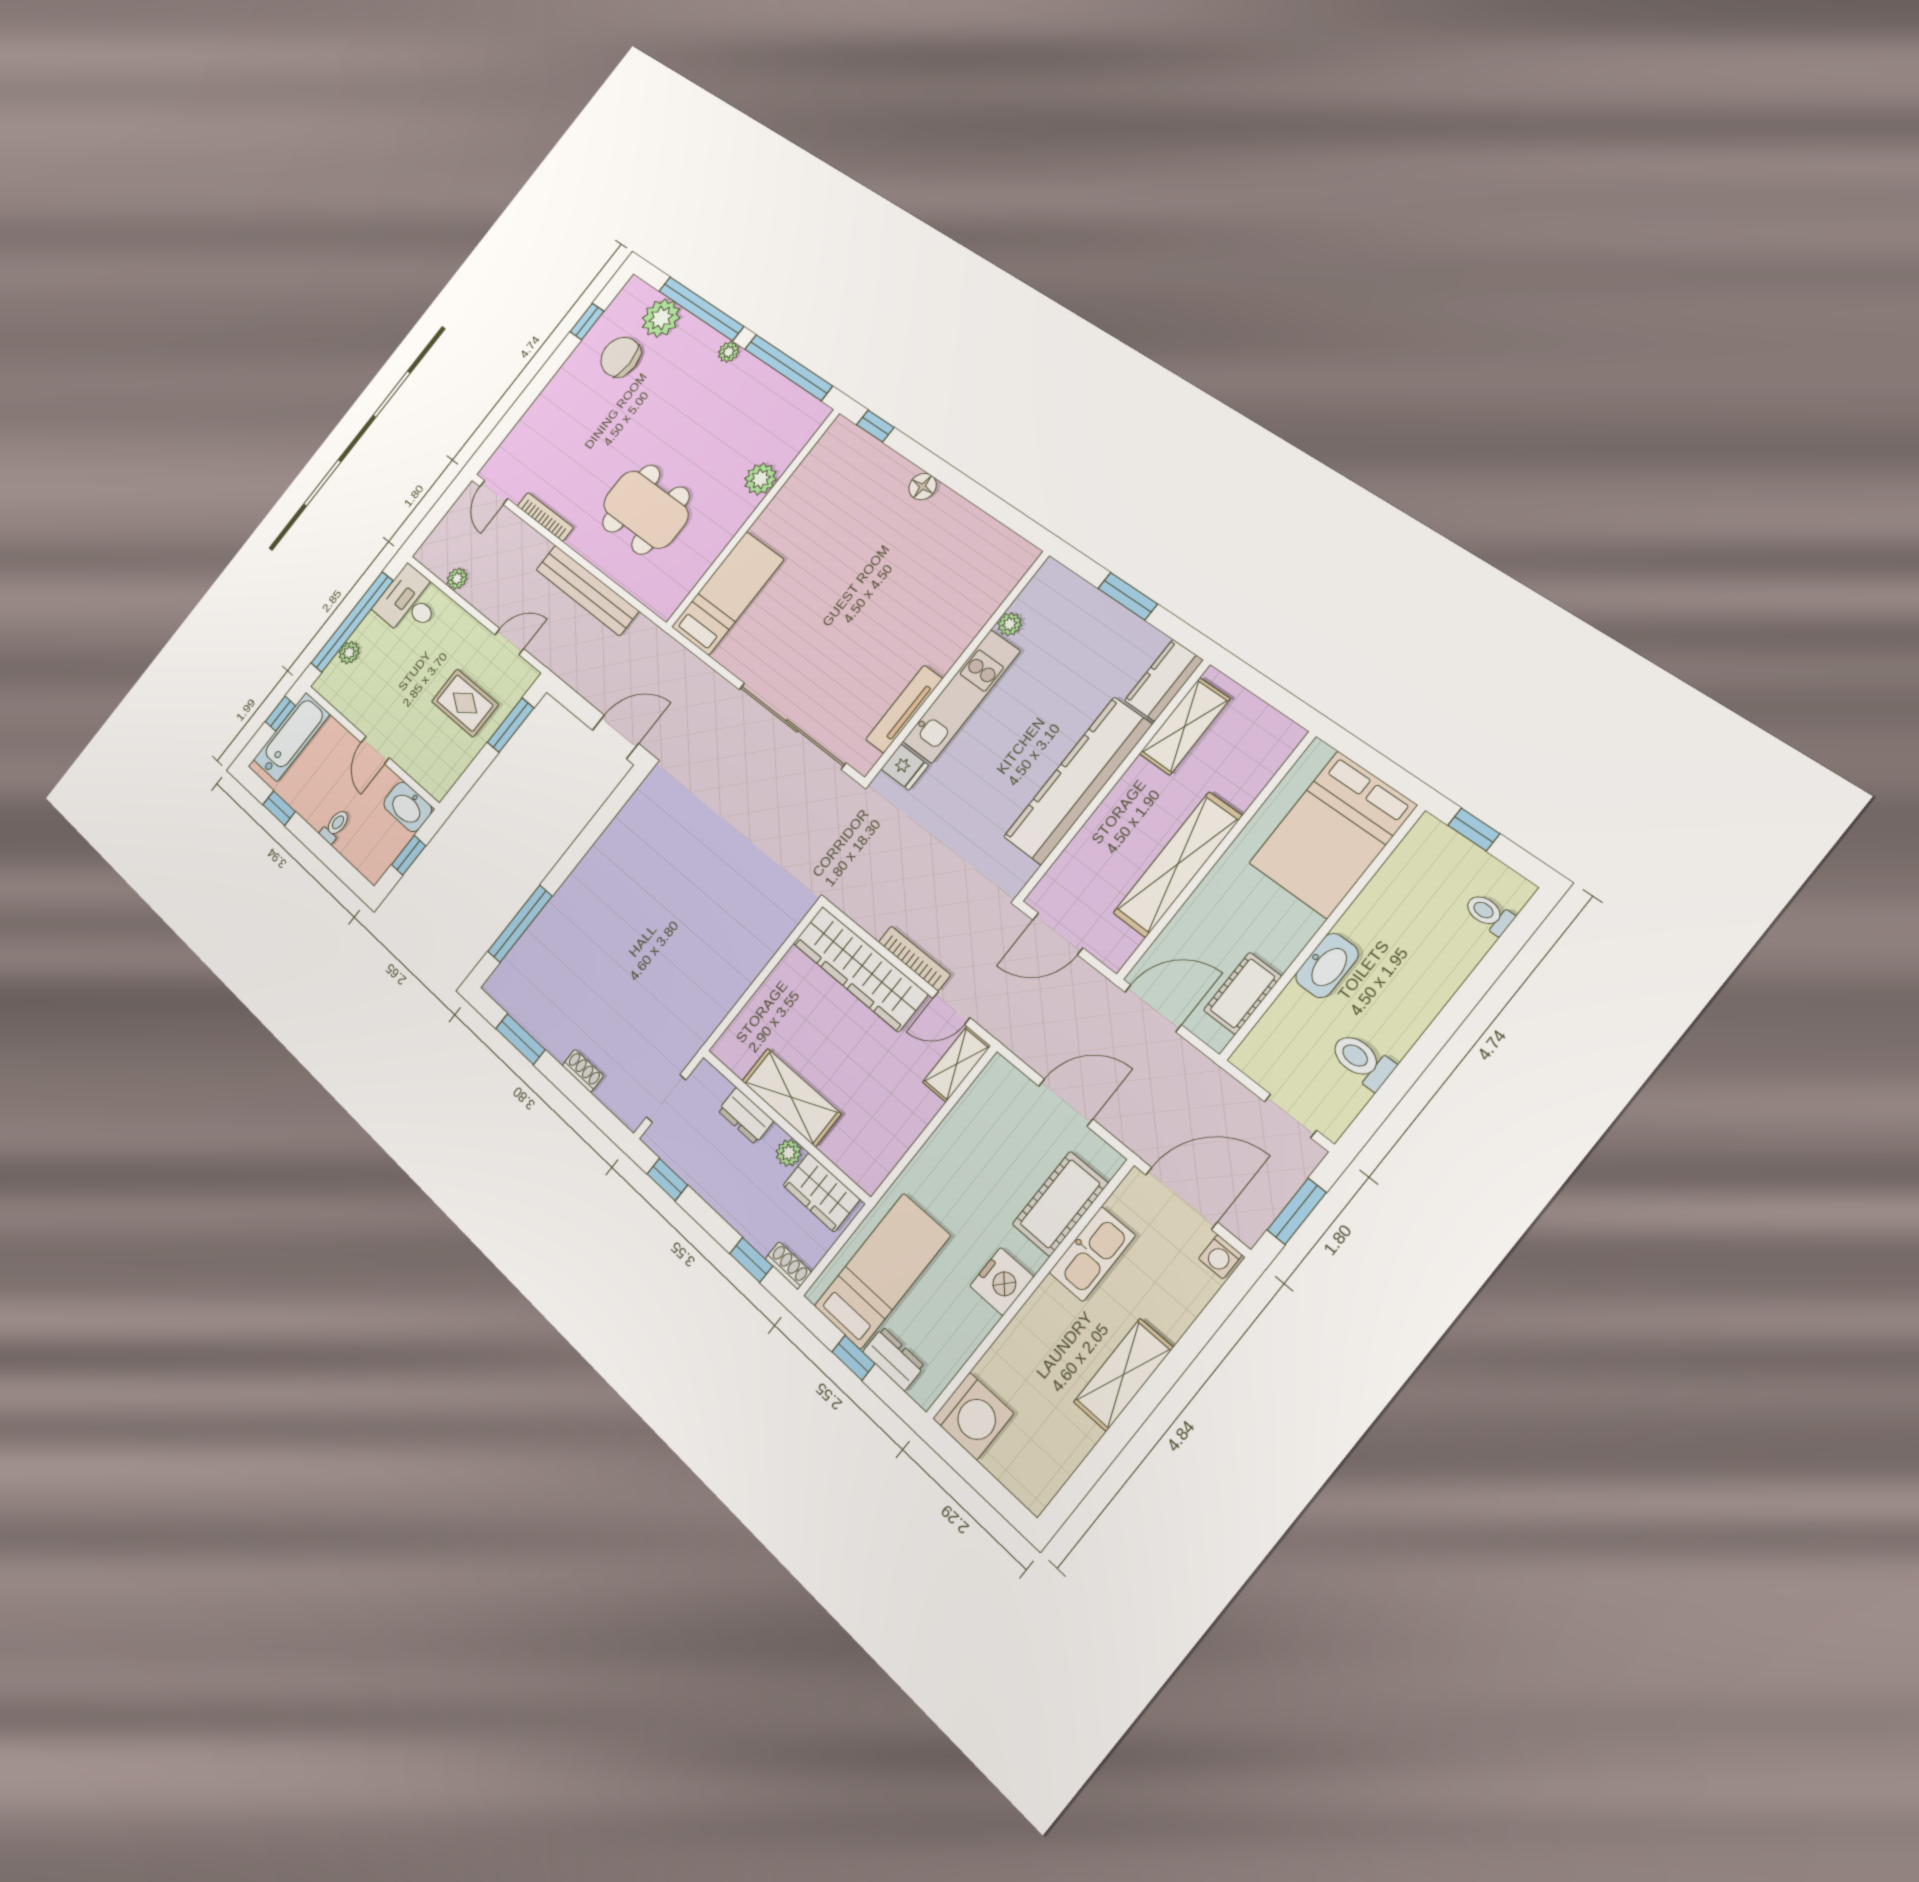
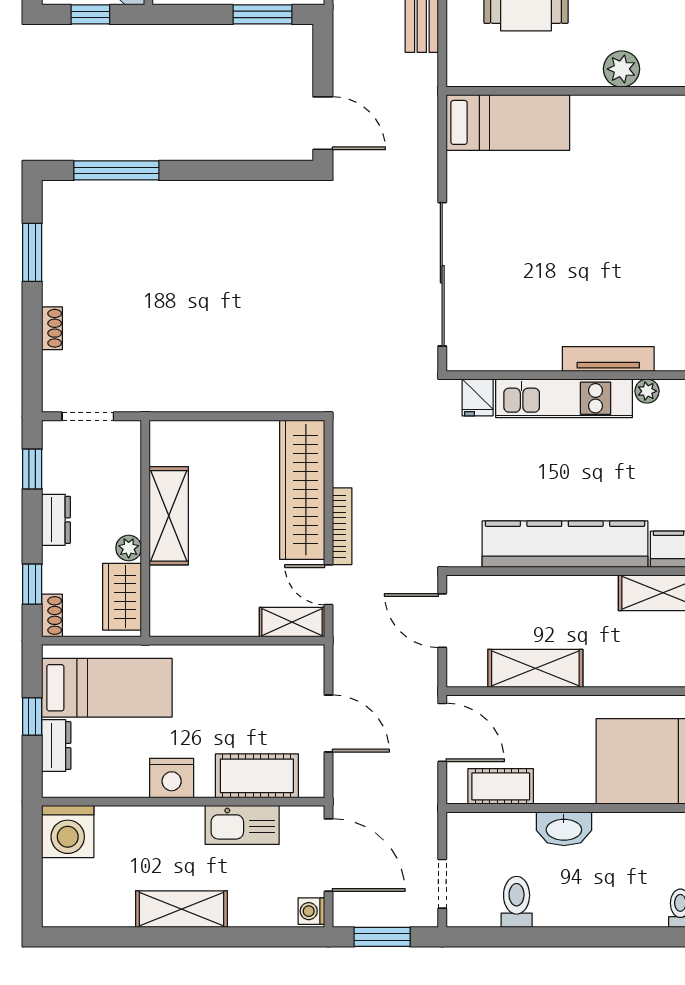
tv unit: (904, 709) -> (608, 359), moved
shelving: (1178, 864) -> (535, 668), width x0.68
dresser: (746, 1116) -> (56, 520), moved, turned 180

